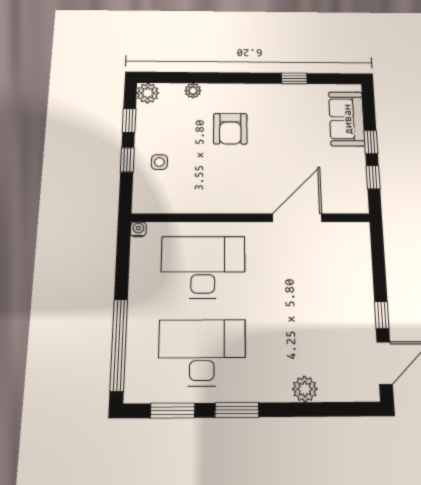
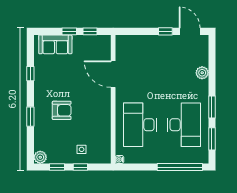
window: (219, 78) -> (30, 117), added
plant: (193, 91) -> (39, 132), removed
desk: (202, 353) -> (184, 125), turned 180

